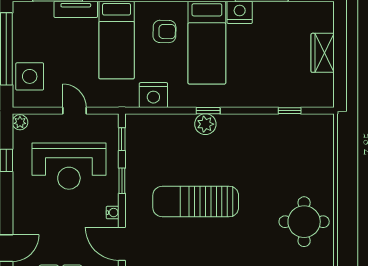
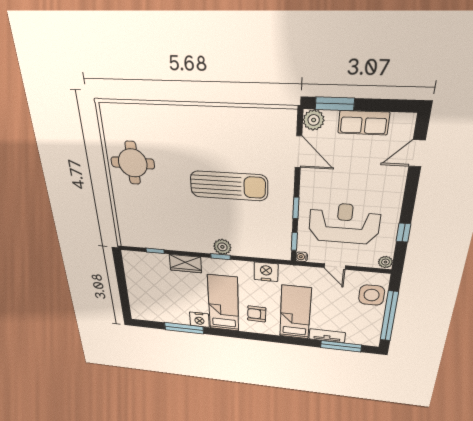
wardrobe: (323, 53) -> (185, 264), moved, turned 90
water cooler: (113, 213) -> (302, 257), moved

